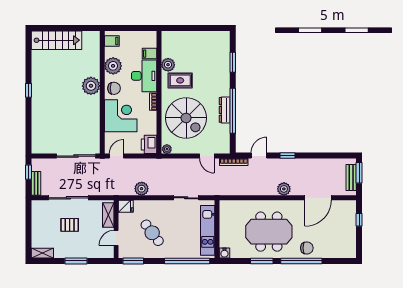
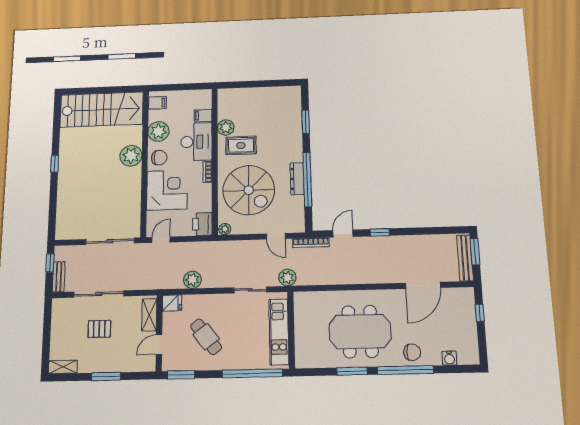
stairs: (57, 40) -> (102, 110), width x1.36, depth x1.51
bench: (351, 178) -> (465, 258), width x1.36
plant: (284, 189) -> (287, 278), moved
water cooler: (224, 253) -> (449, 358), moved

